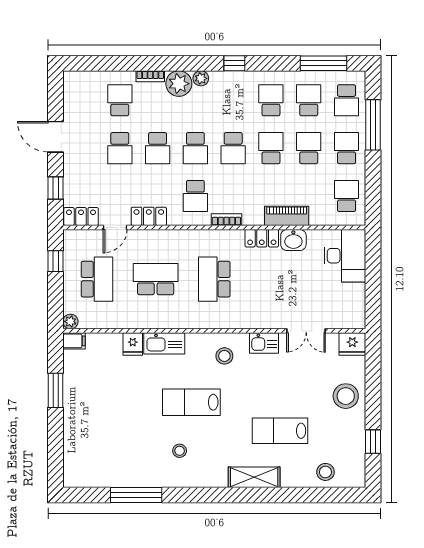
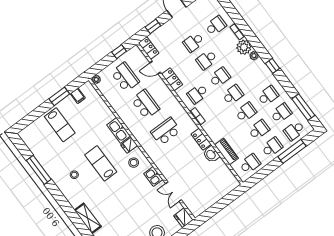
school desk: (195, 148) -> (220, 77), turned 180
school desk: (233, 148) -> (233, 95), turned 180
piano: (287, 216) -> (226, 151), moved
desk: (345, 256) -> (222, 184), removed
school desk: (97, 279) -> (125, 77), turned -90
filing cabinet: (74, 341) -> (78, 96), moved
fridge: (133, 344) -> (129, 145), moved
lab bench: (280, 431) -> (60, 125), moved, turned 180

